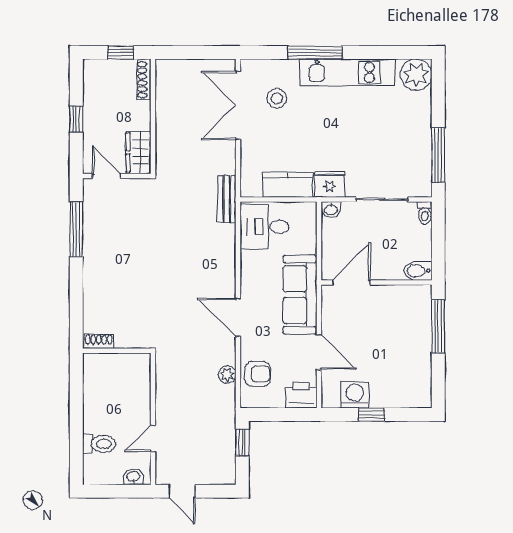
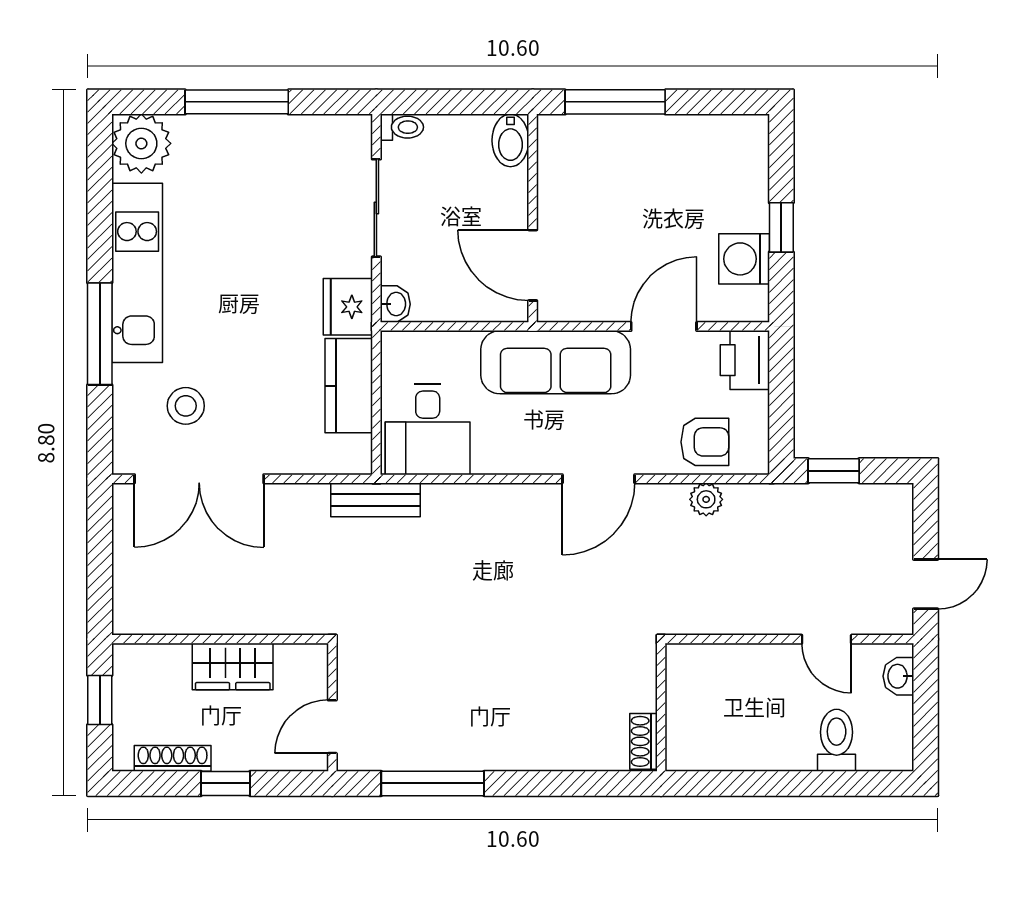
shoe rack: (144, 80) -> (173, 758), moved, turned 180
wardrobe: (138, 153) -> (233, 667), moved
window: (438, 155) -> (237, 102), moved
armchair: (258, 374) -> (705, 442), turned 90

